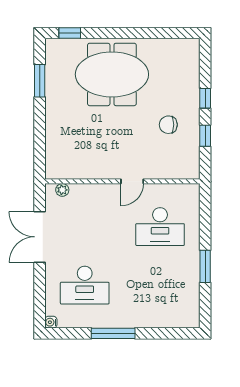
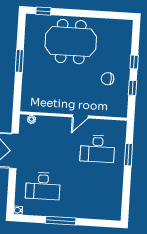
window: (40, 81) -> (19, 61), moved
window: (205, 266) -> (128, 155), moved

